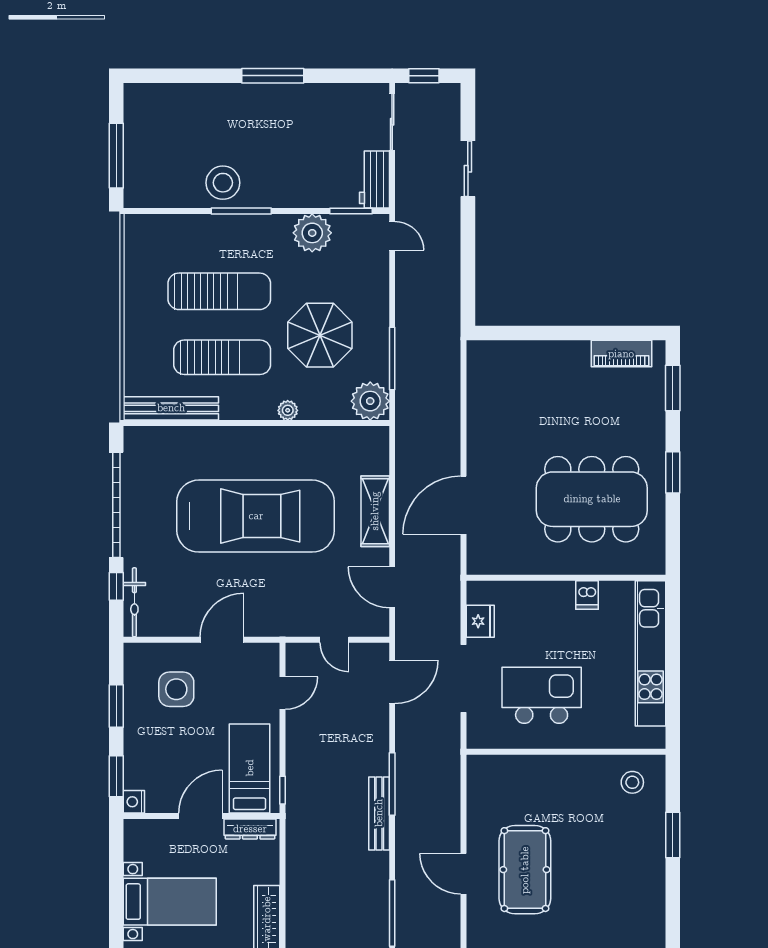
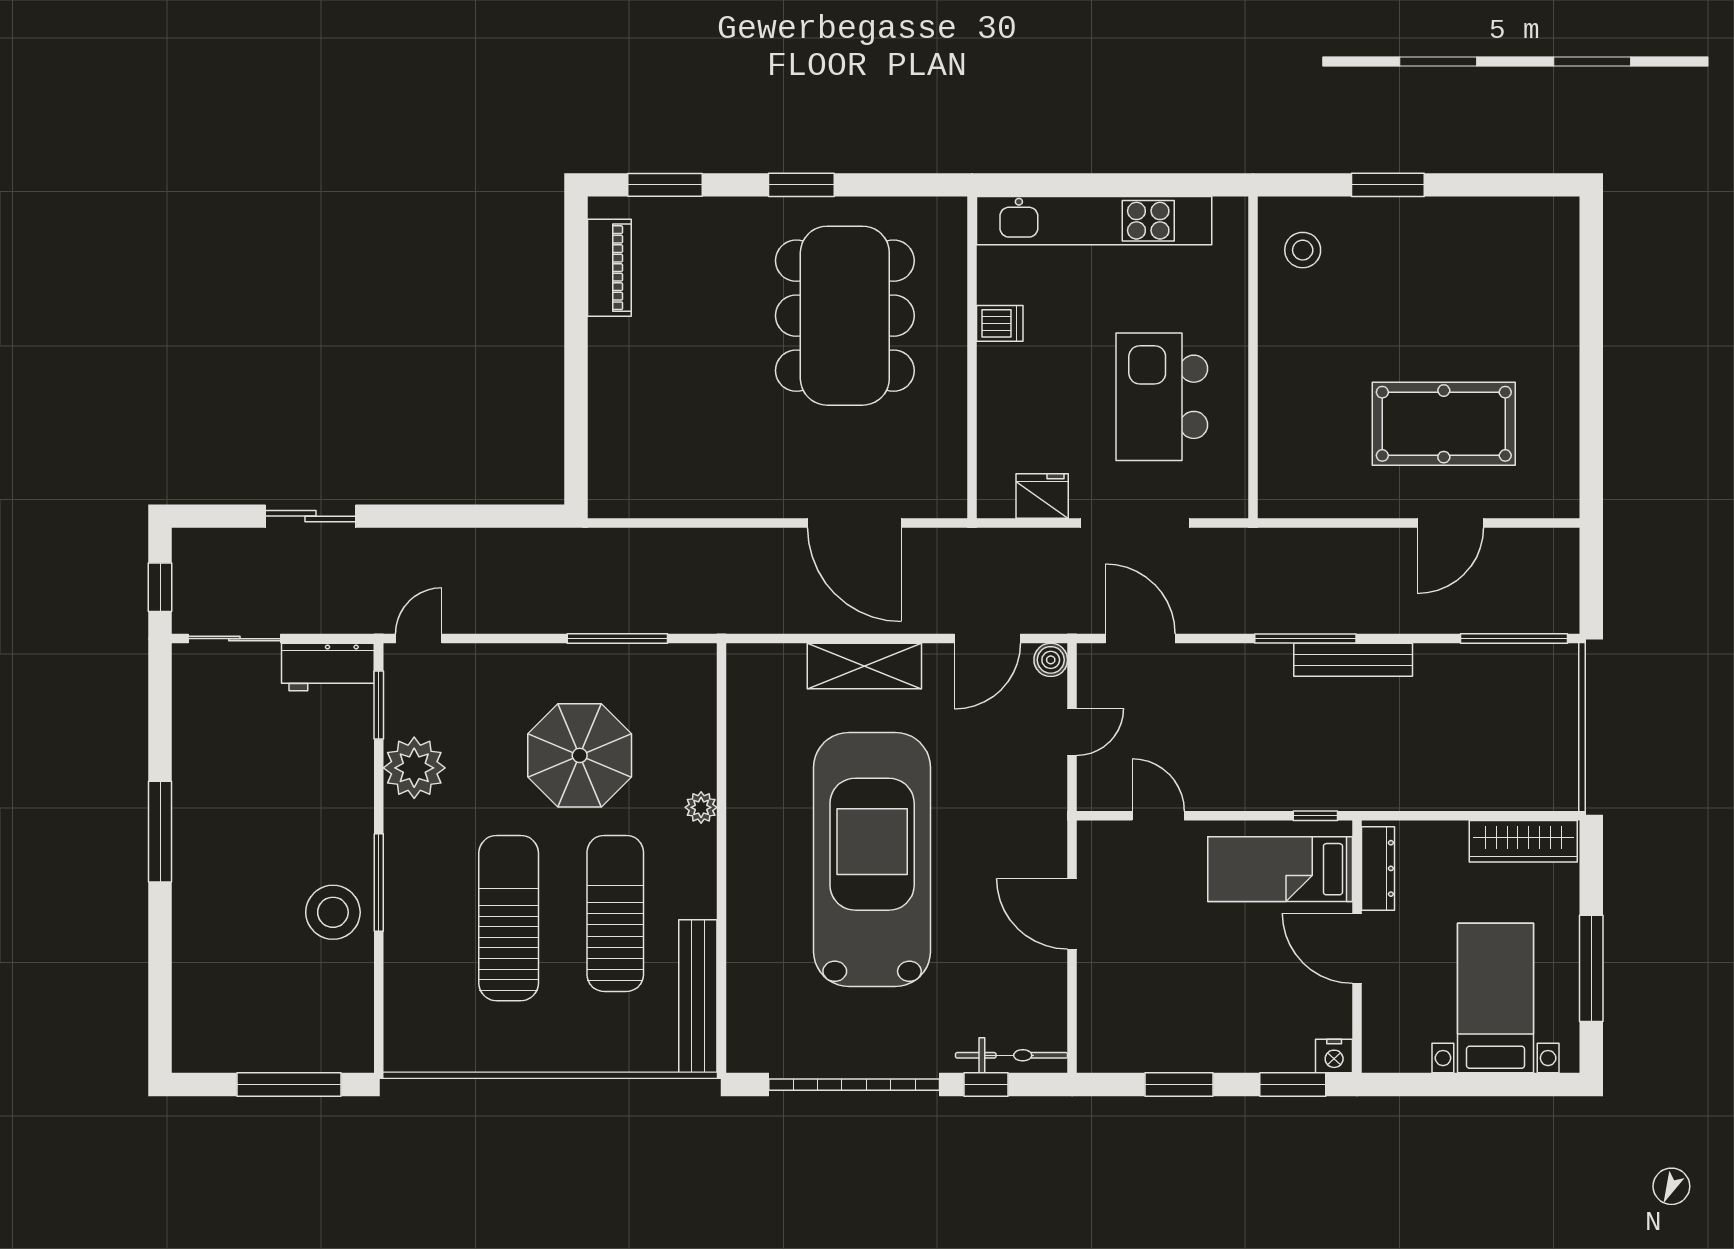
plant: (370, 401) -> (686, 674), removed
boiler: (379, 627) -> (1051, 660), added
side table: (176, 689) -> (1152, 988), removed

